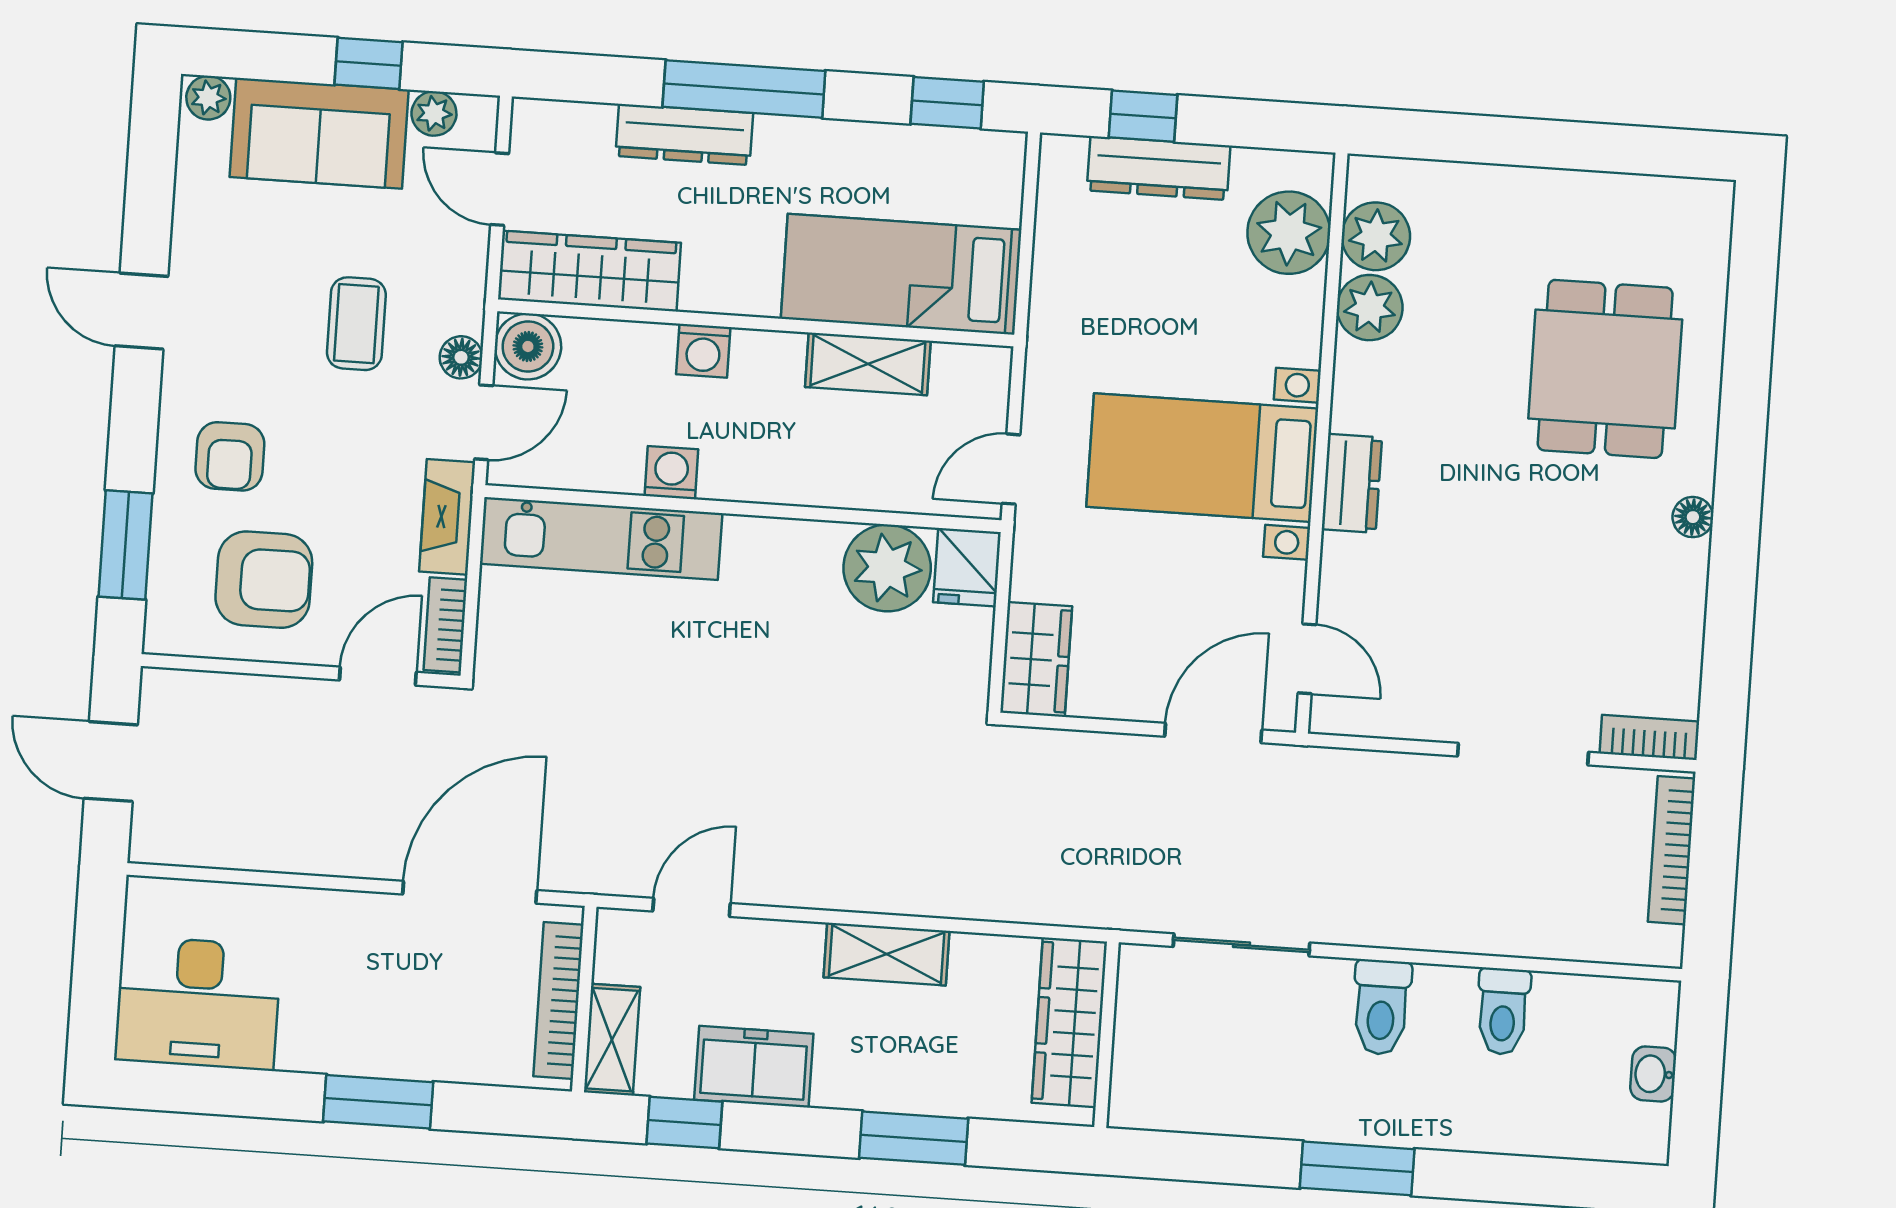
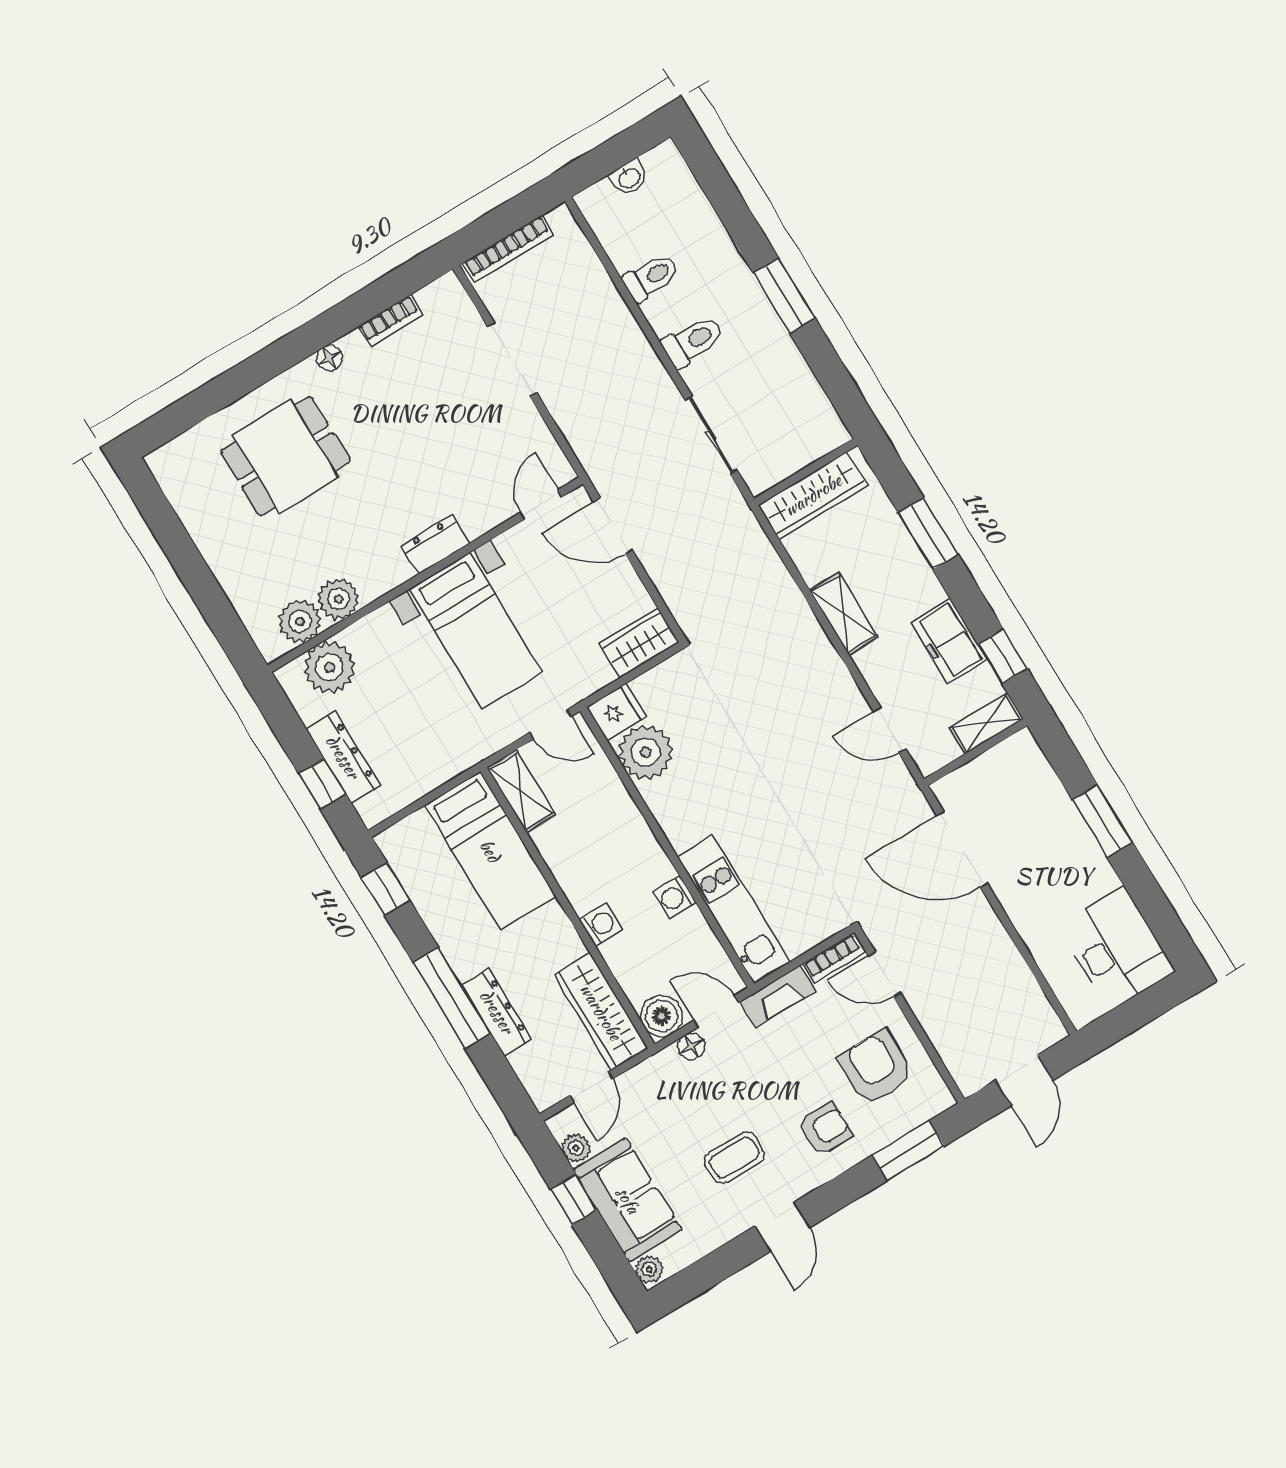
coffee table: (356, 324) -> (734, 1158), moved
shelving: (868, 364) -> (521, 791), moved
bookcase: (1649, 737) -> (390, 321), moved, turned -90
bookcase: (558, 1001) -> (986, 765), removed

